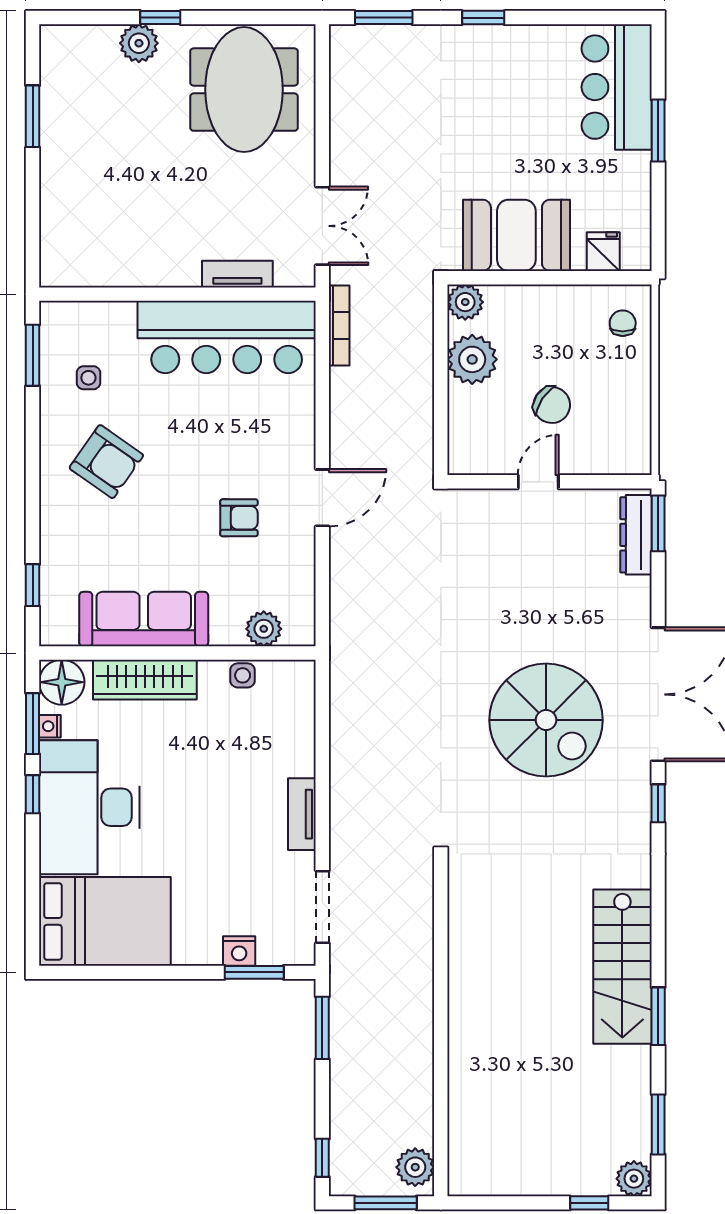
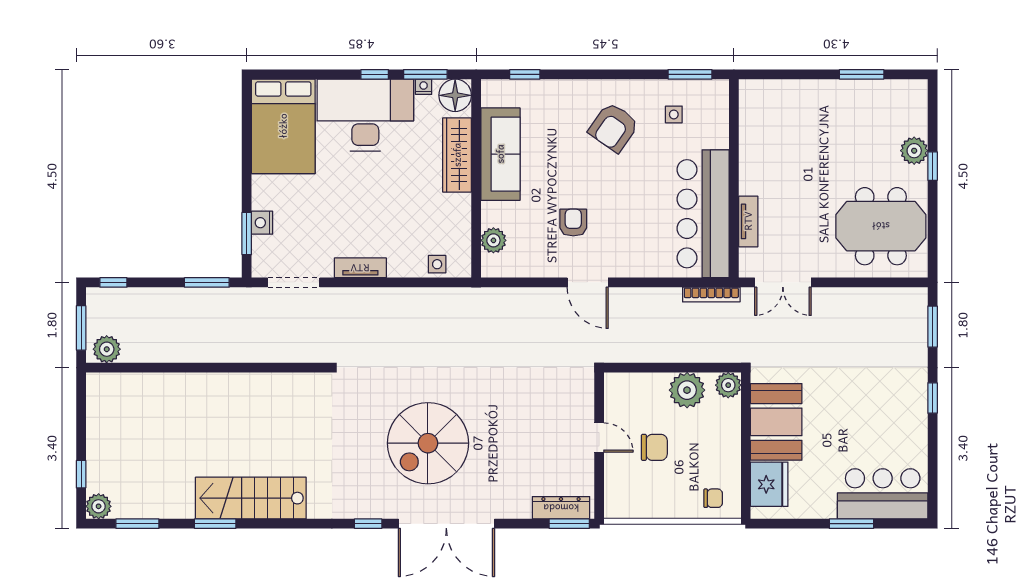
fridge: (603, 252) -> (769, 484), width x1.88, depth x1.34
chair: (552, 405) -> (654, 447), turned -124
armchair: (239, 518) -> (573, 223), turned 180
side table: (243, 675) -> (437, 264), moved

